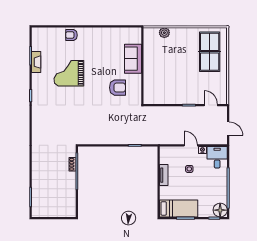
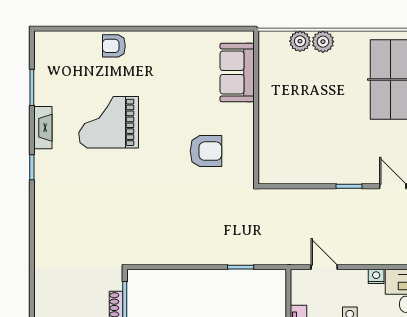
plant: (176, 33) -> (323, 42), added
sofa: (133, 59) -> (237, 72), moved
fireplace: (36, 62) -> (43, 128), moved
door: (191, 145) -> (324, 267), moved

